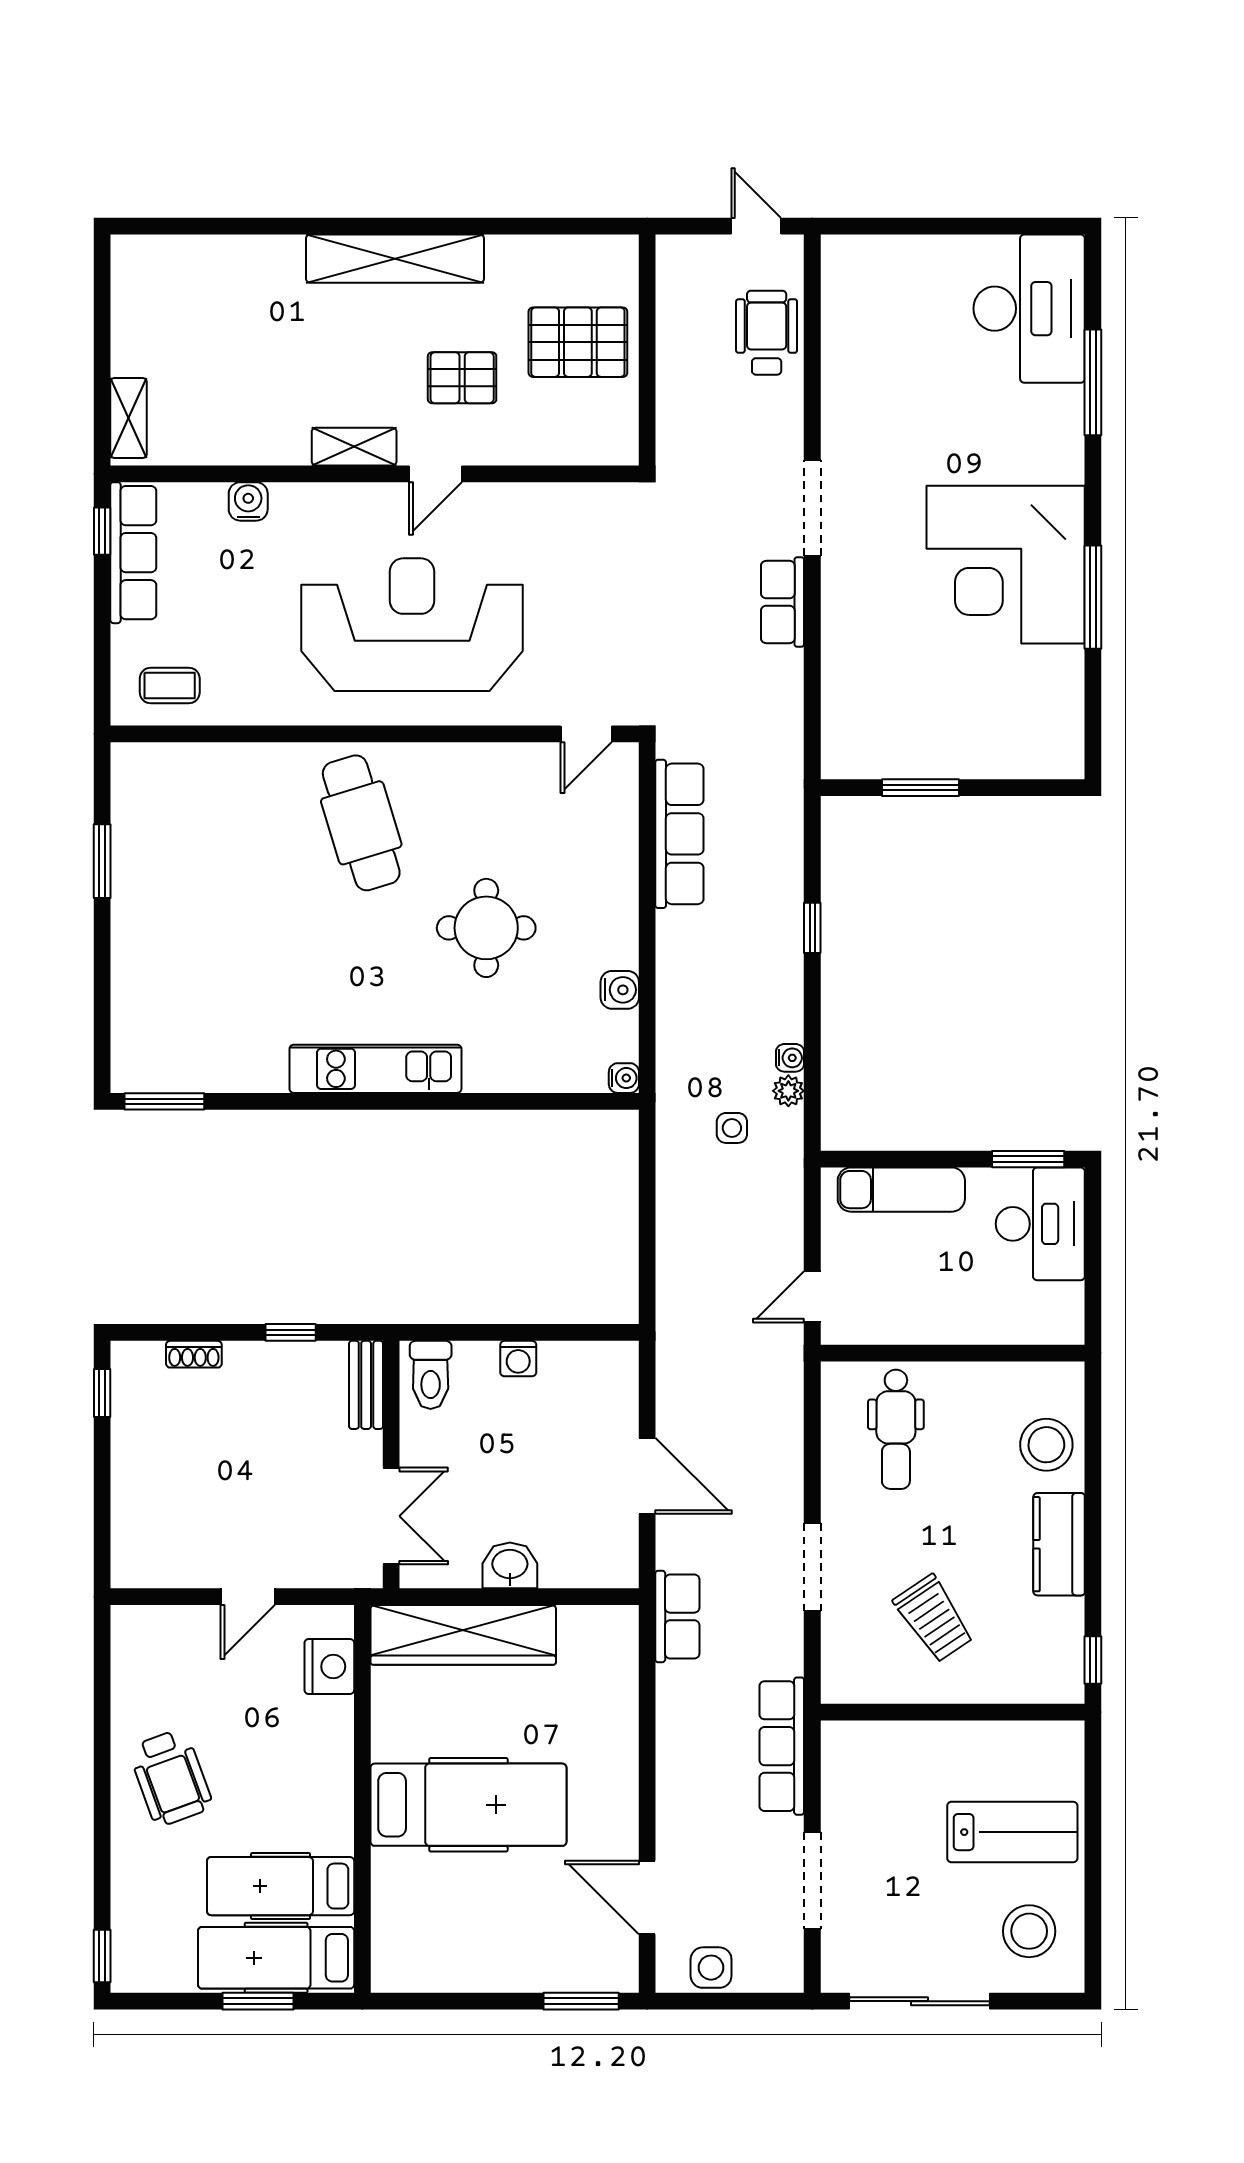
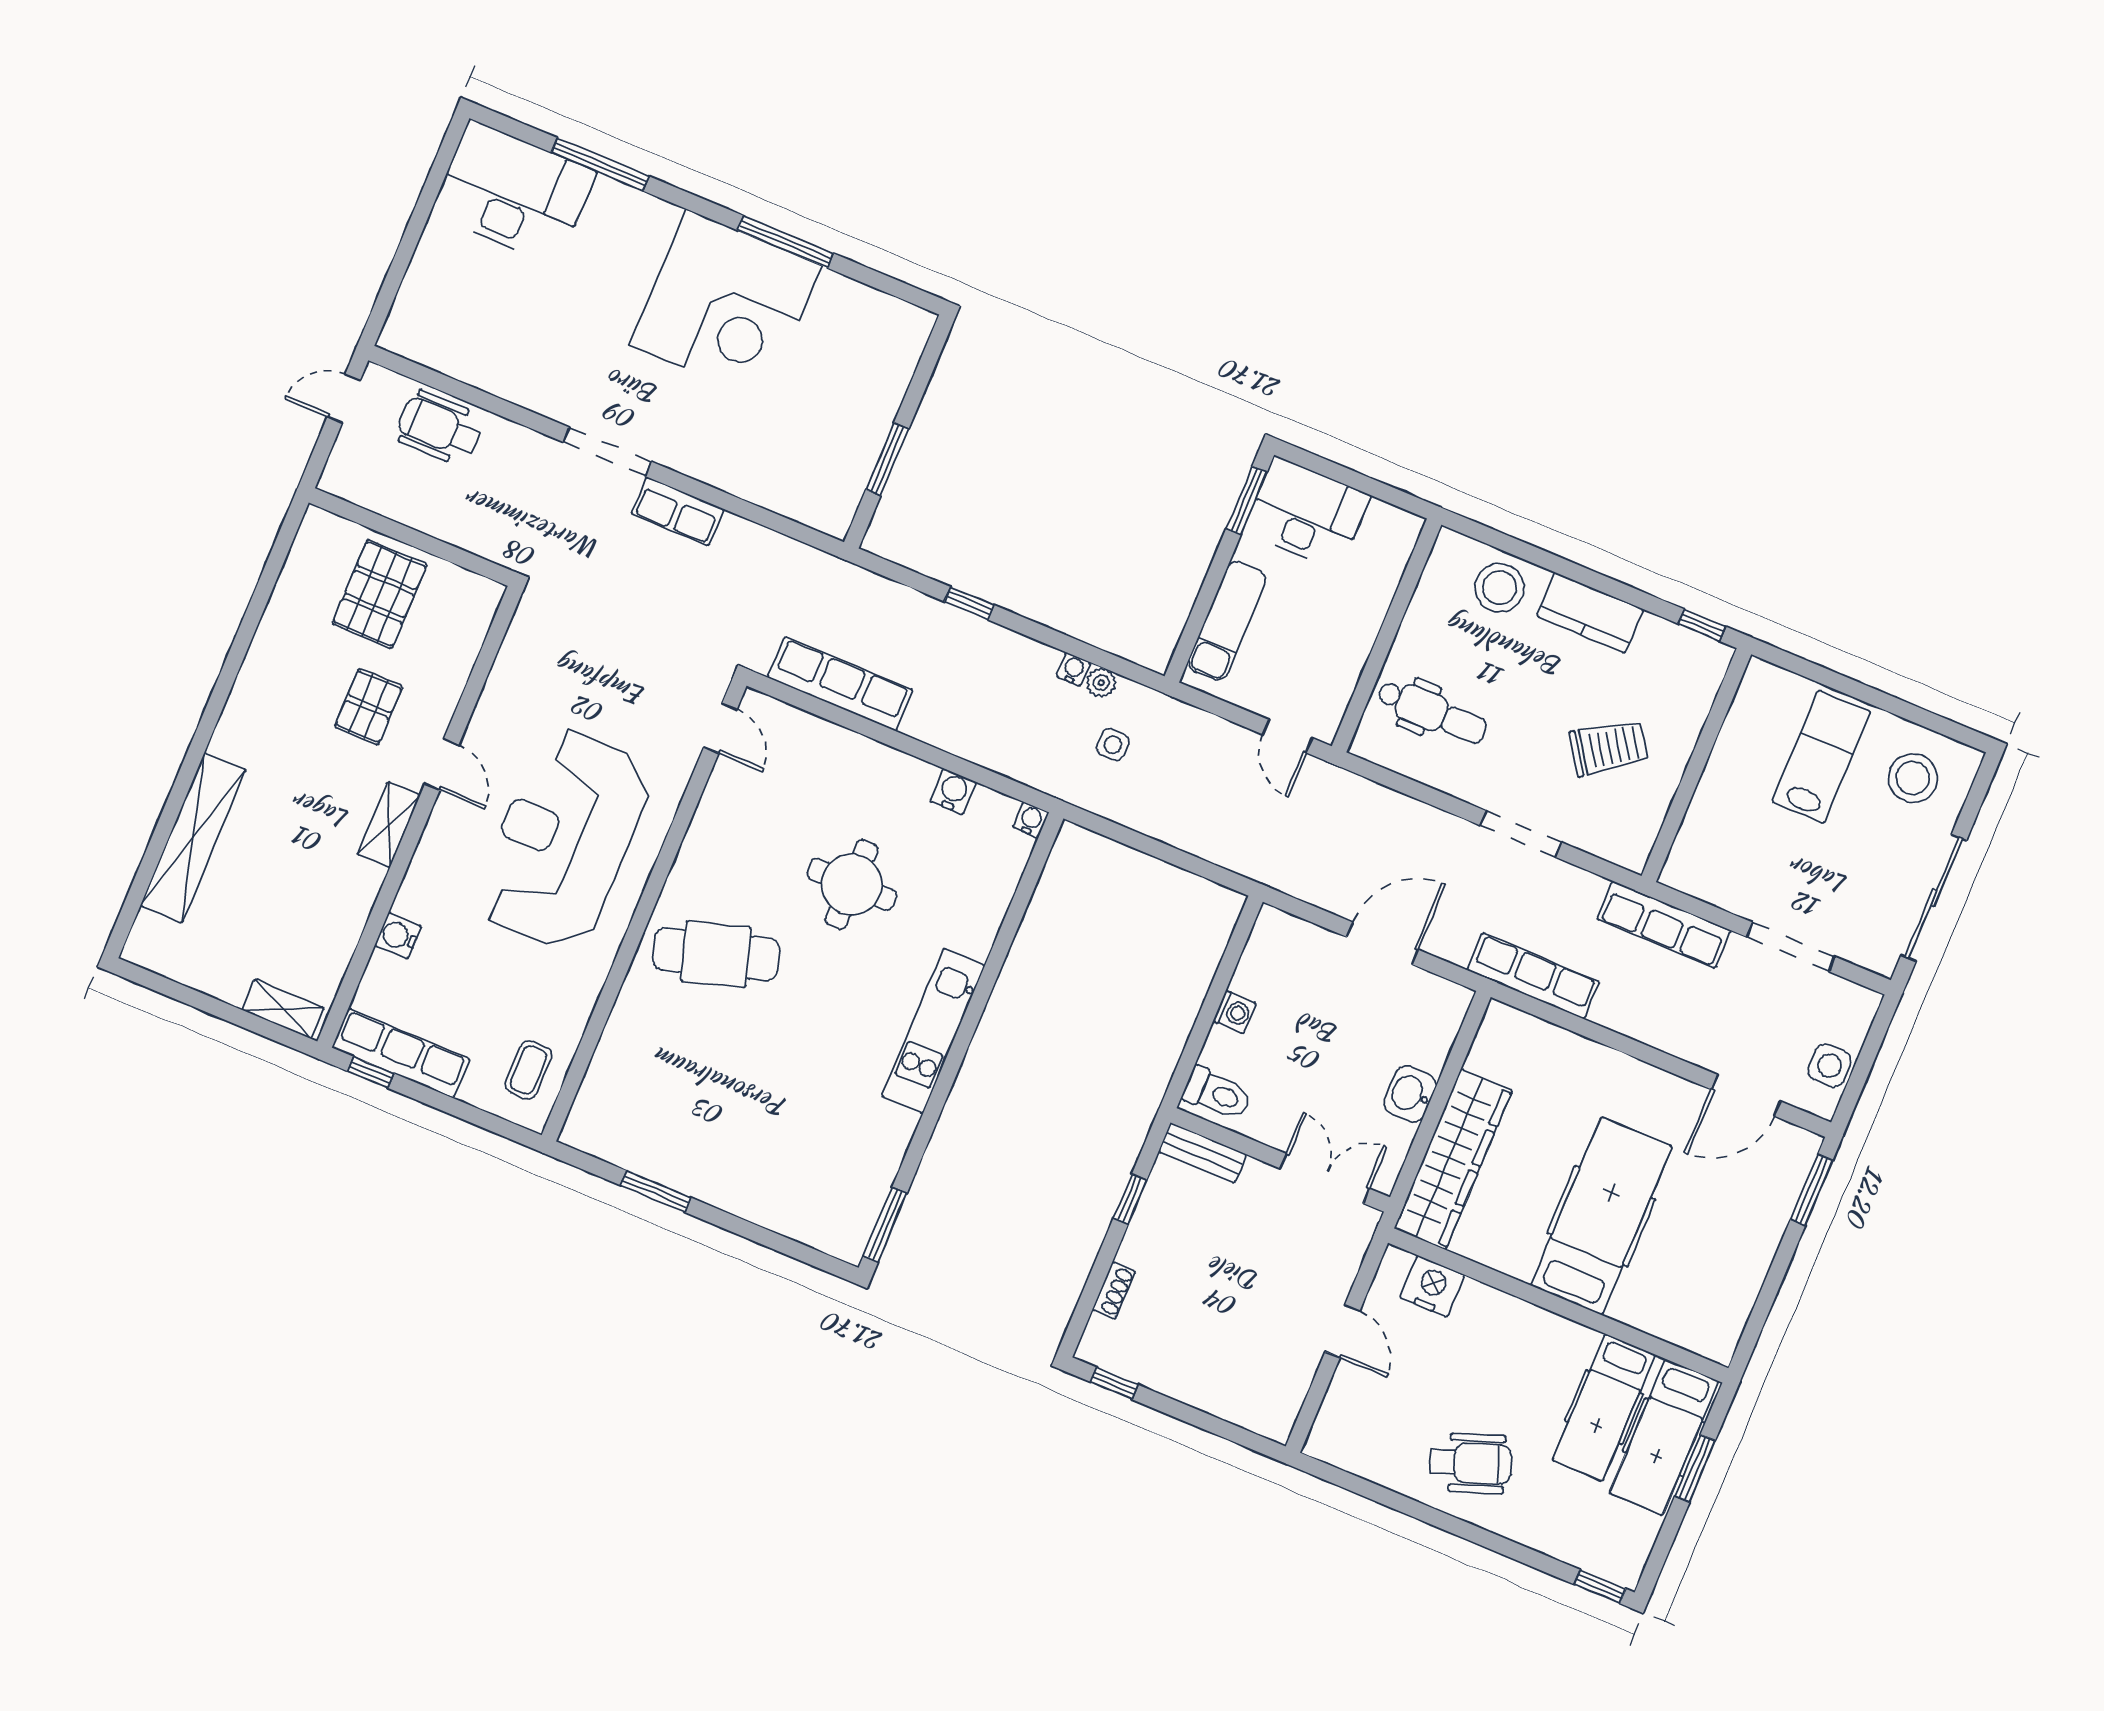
shelving: (395, 259) -> (193, 838), moved
row of seats: (677, 1616) -> (1533, 976), width x1.48

